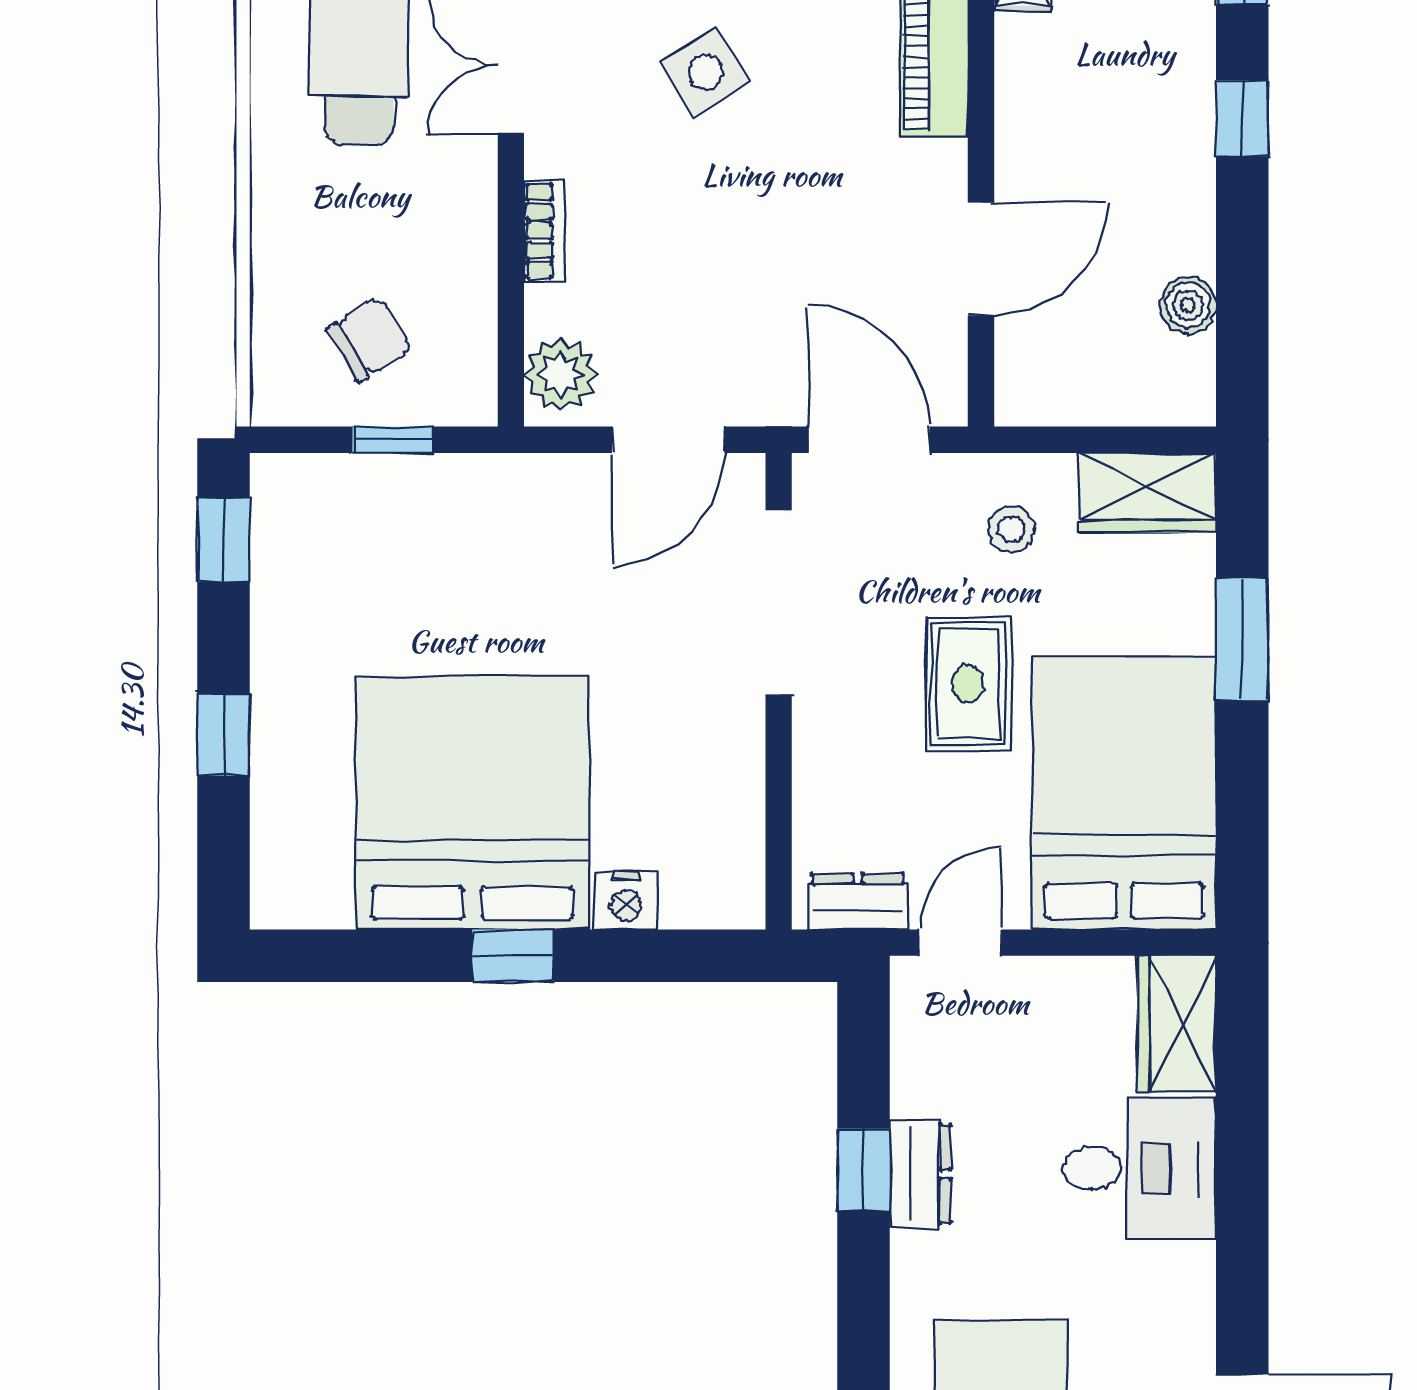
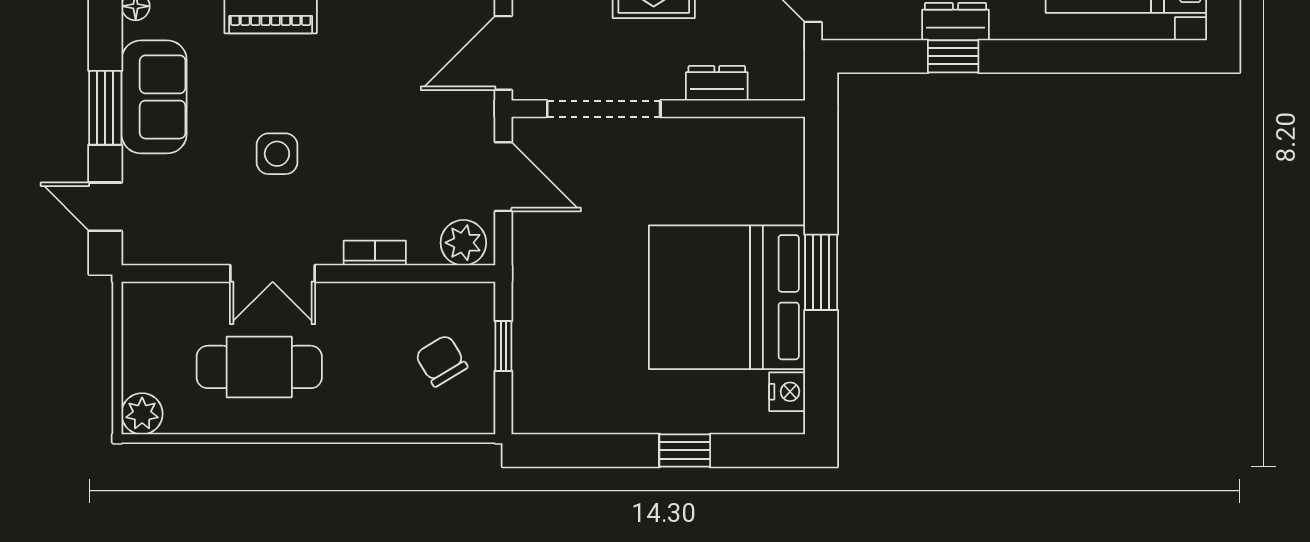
side table: (705, 72) -> (277, 154), turned 32
window: (223, 540) -> (565, 450), removed
nightstand: (626, 900) -> (787, 392), moved
dresser: (858, 901) -> (717, 83), moved, turned 90
window: (513, 956) -> (821, 272), width x1.50

